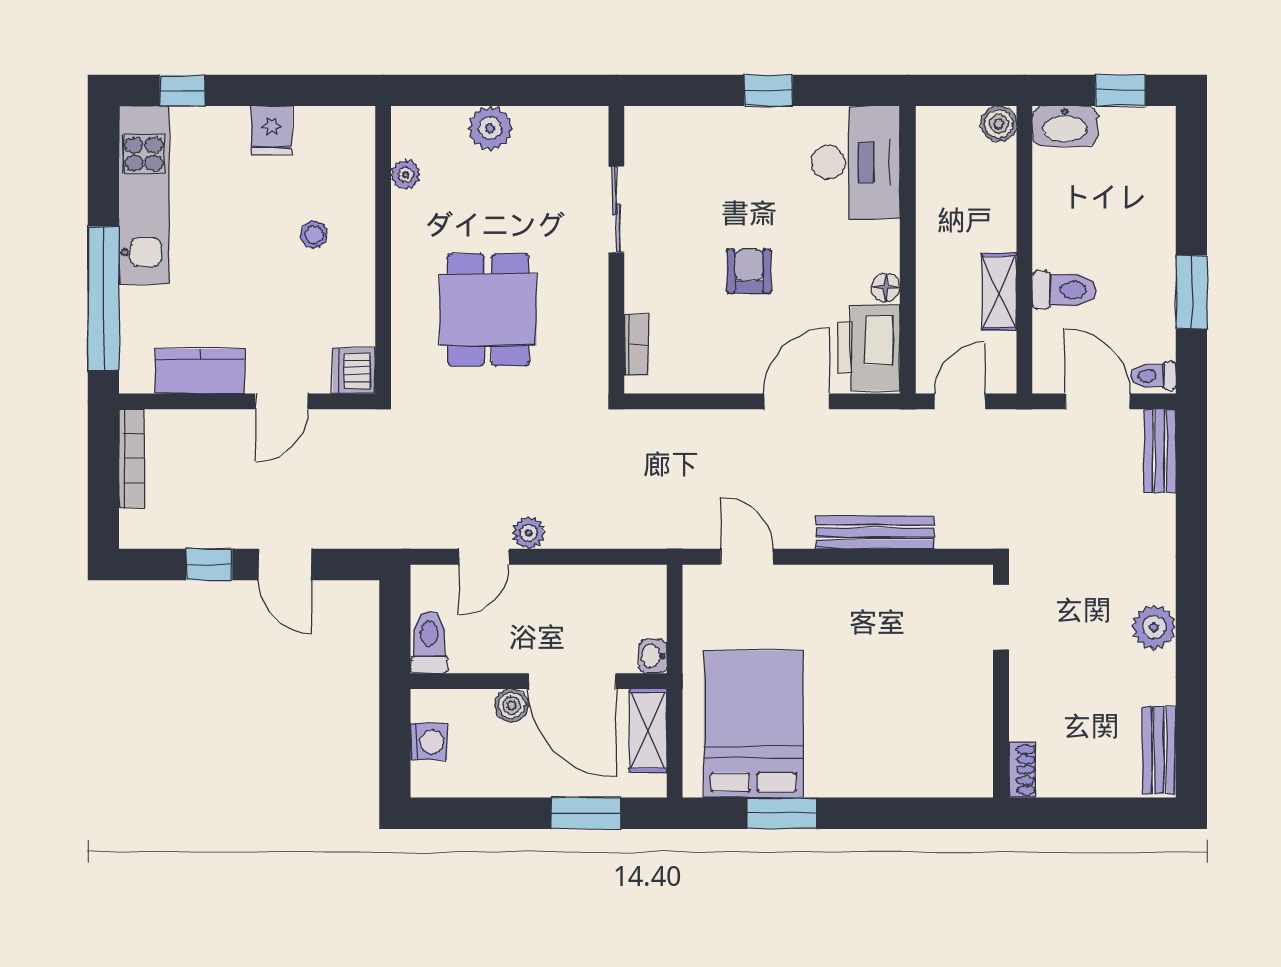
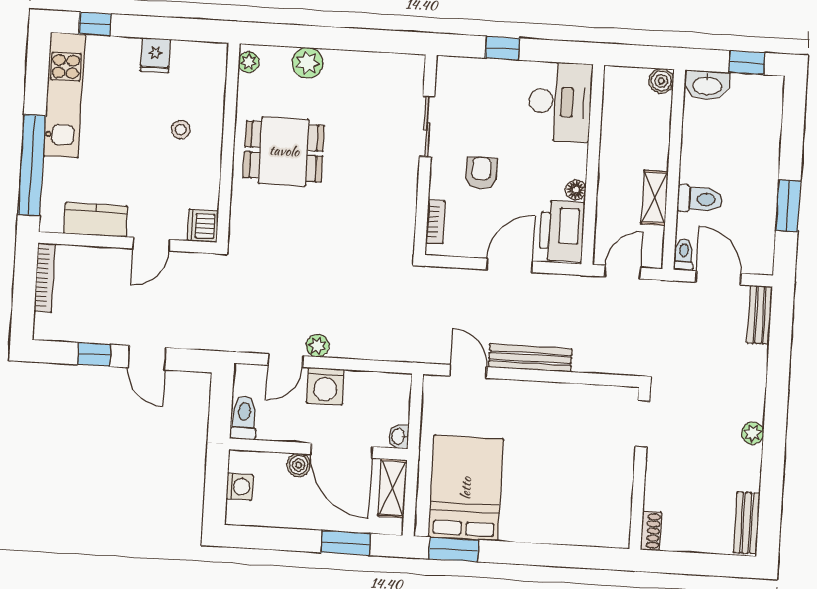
plant: (406, 175) -> (249, 62), moved
sliding door: (616, 209) -> (427, 127), moved
wall: (616, 250) -> (425, 155), moved
dining table: (488, 310) -> (284, 151), moved, turned 90
bookcase: (636, 345) -> (435, 222), moved
toilet: (1153, 376) -> (684, 255), moved, turned 90
bench: (875, 532) -> (530, 358), moved
washing machine: (543, 590) -> (325, 386), added
plant: (1154, 627) -> (753, 433), width x0.73, depth x0.73
window: (782, 813) -> (454, 549), moved

